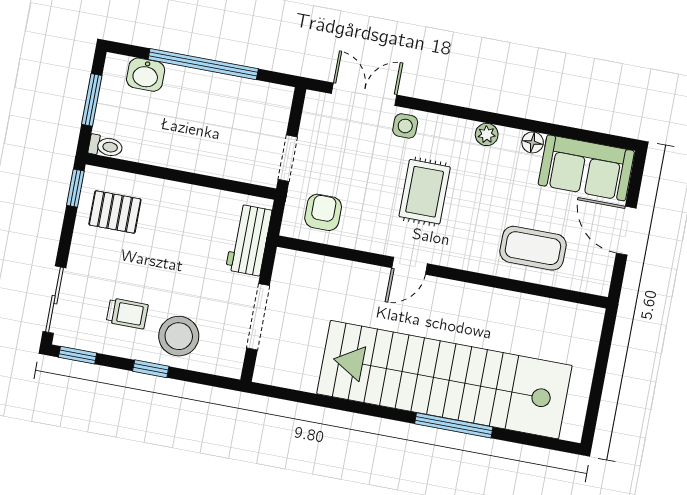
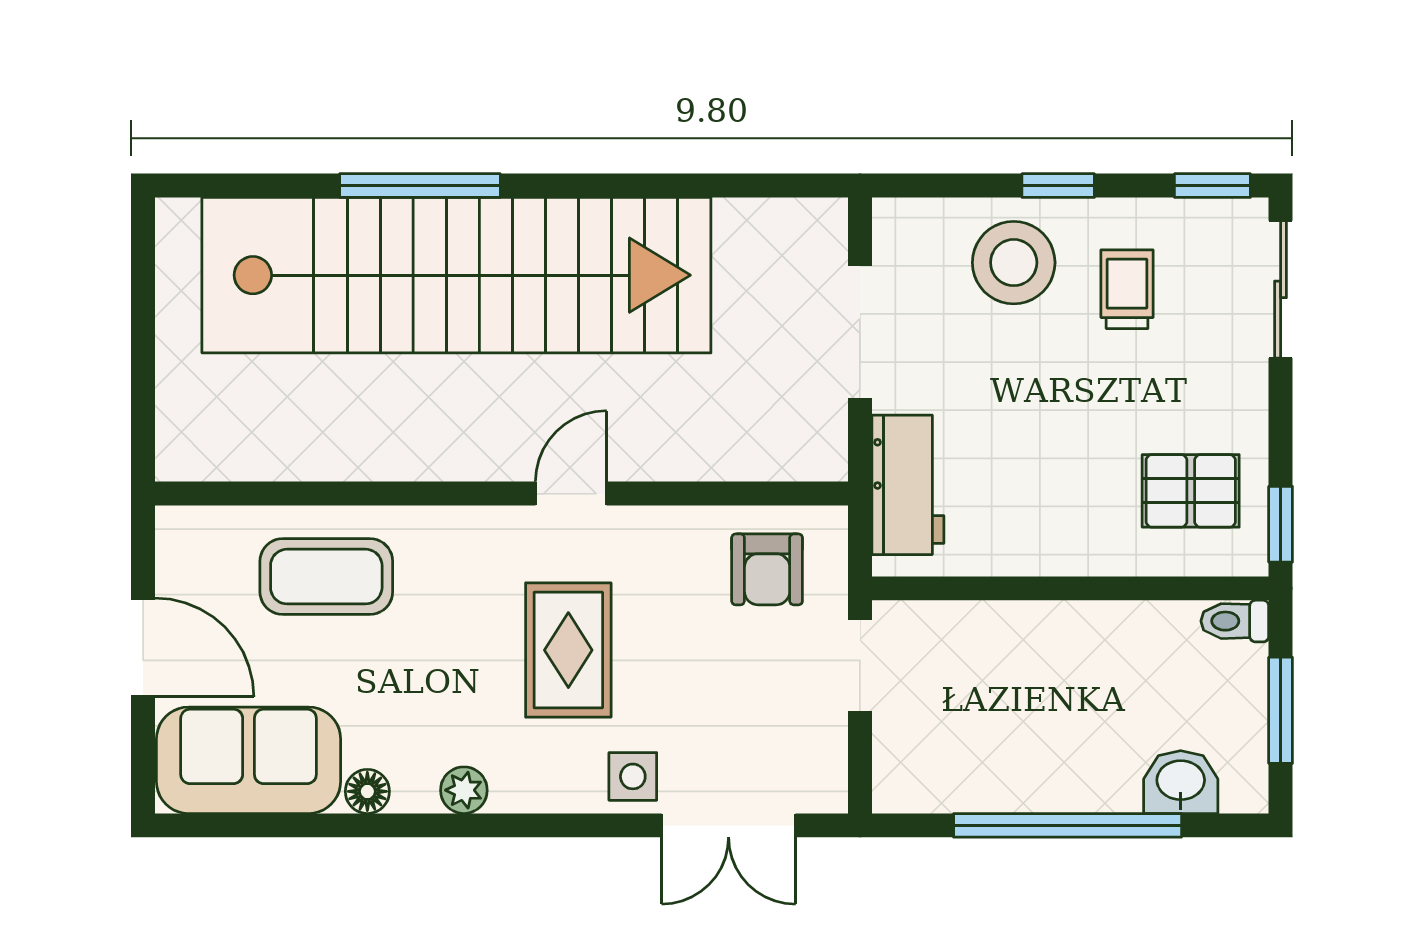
trolley: (127, 313) -> (1127, 289), turned 90

